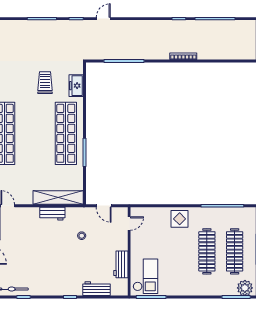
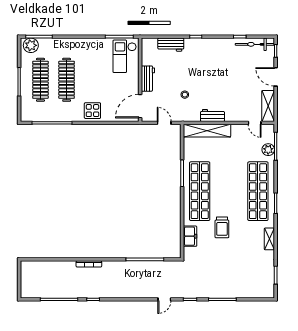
trolley: (45, 83) -> (222, 227), moved
door: (129, 223) -> (140, 106), width x1.87
workbench: (121, 264) -> (148, 79), moved

